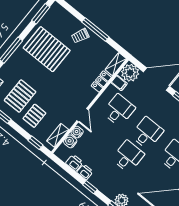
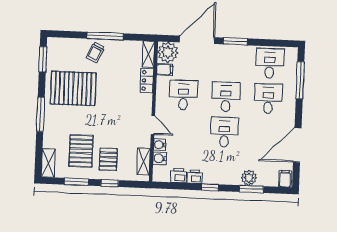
window: (35, 143) -> (110, 183), moved

